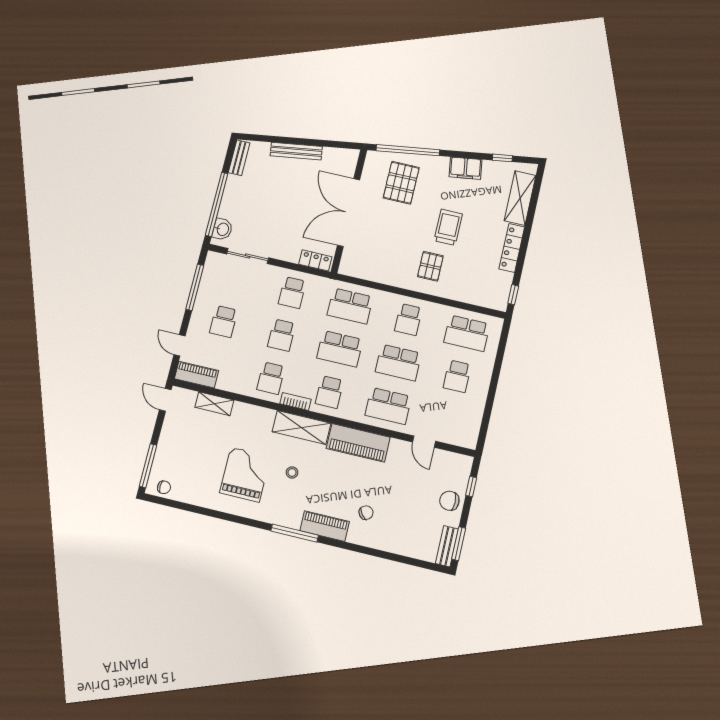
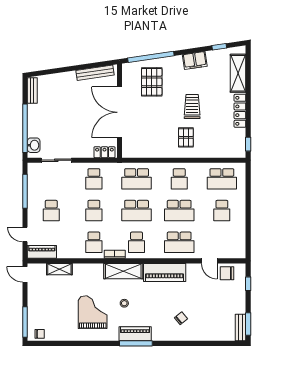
bench: (296, 151) -> (95, 73), moved
chair: (449, 501) -> (227, 273), moved
piano: (325, 526) -> (135, 334), moved

